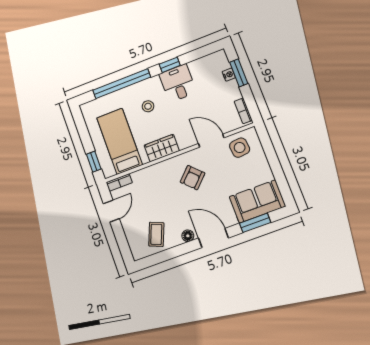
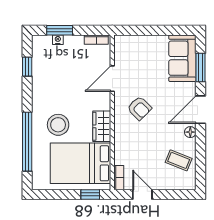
window: (170, 65) -> (27, 67), moved
desk: (178, 83) -> (47, 89), removed
stool: (148, 106) -> (58, 125), width x1.89, depth x1.89
bed: (120, 141) -> (81, 163), width x1.50
side table: (240, 148) -> (128, 56), removed

